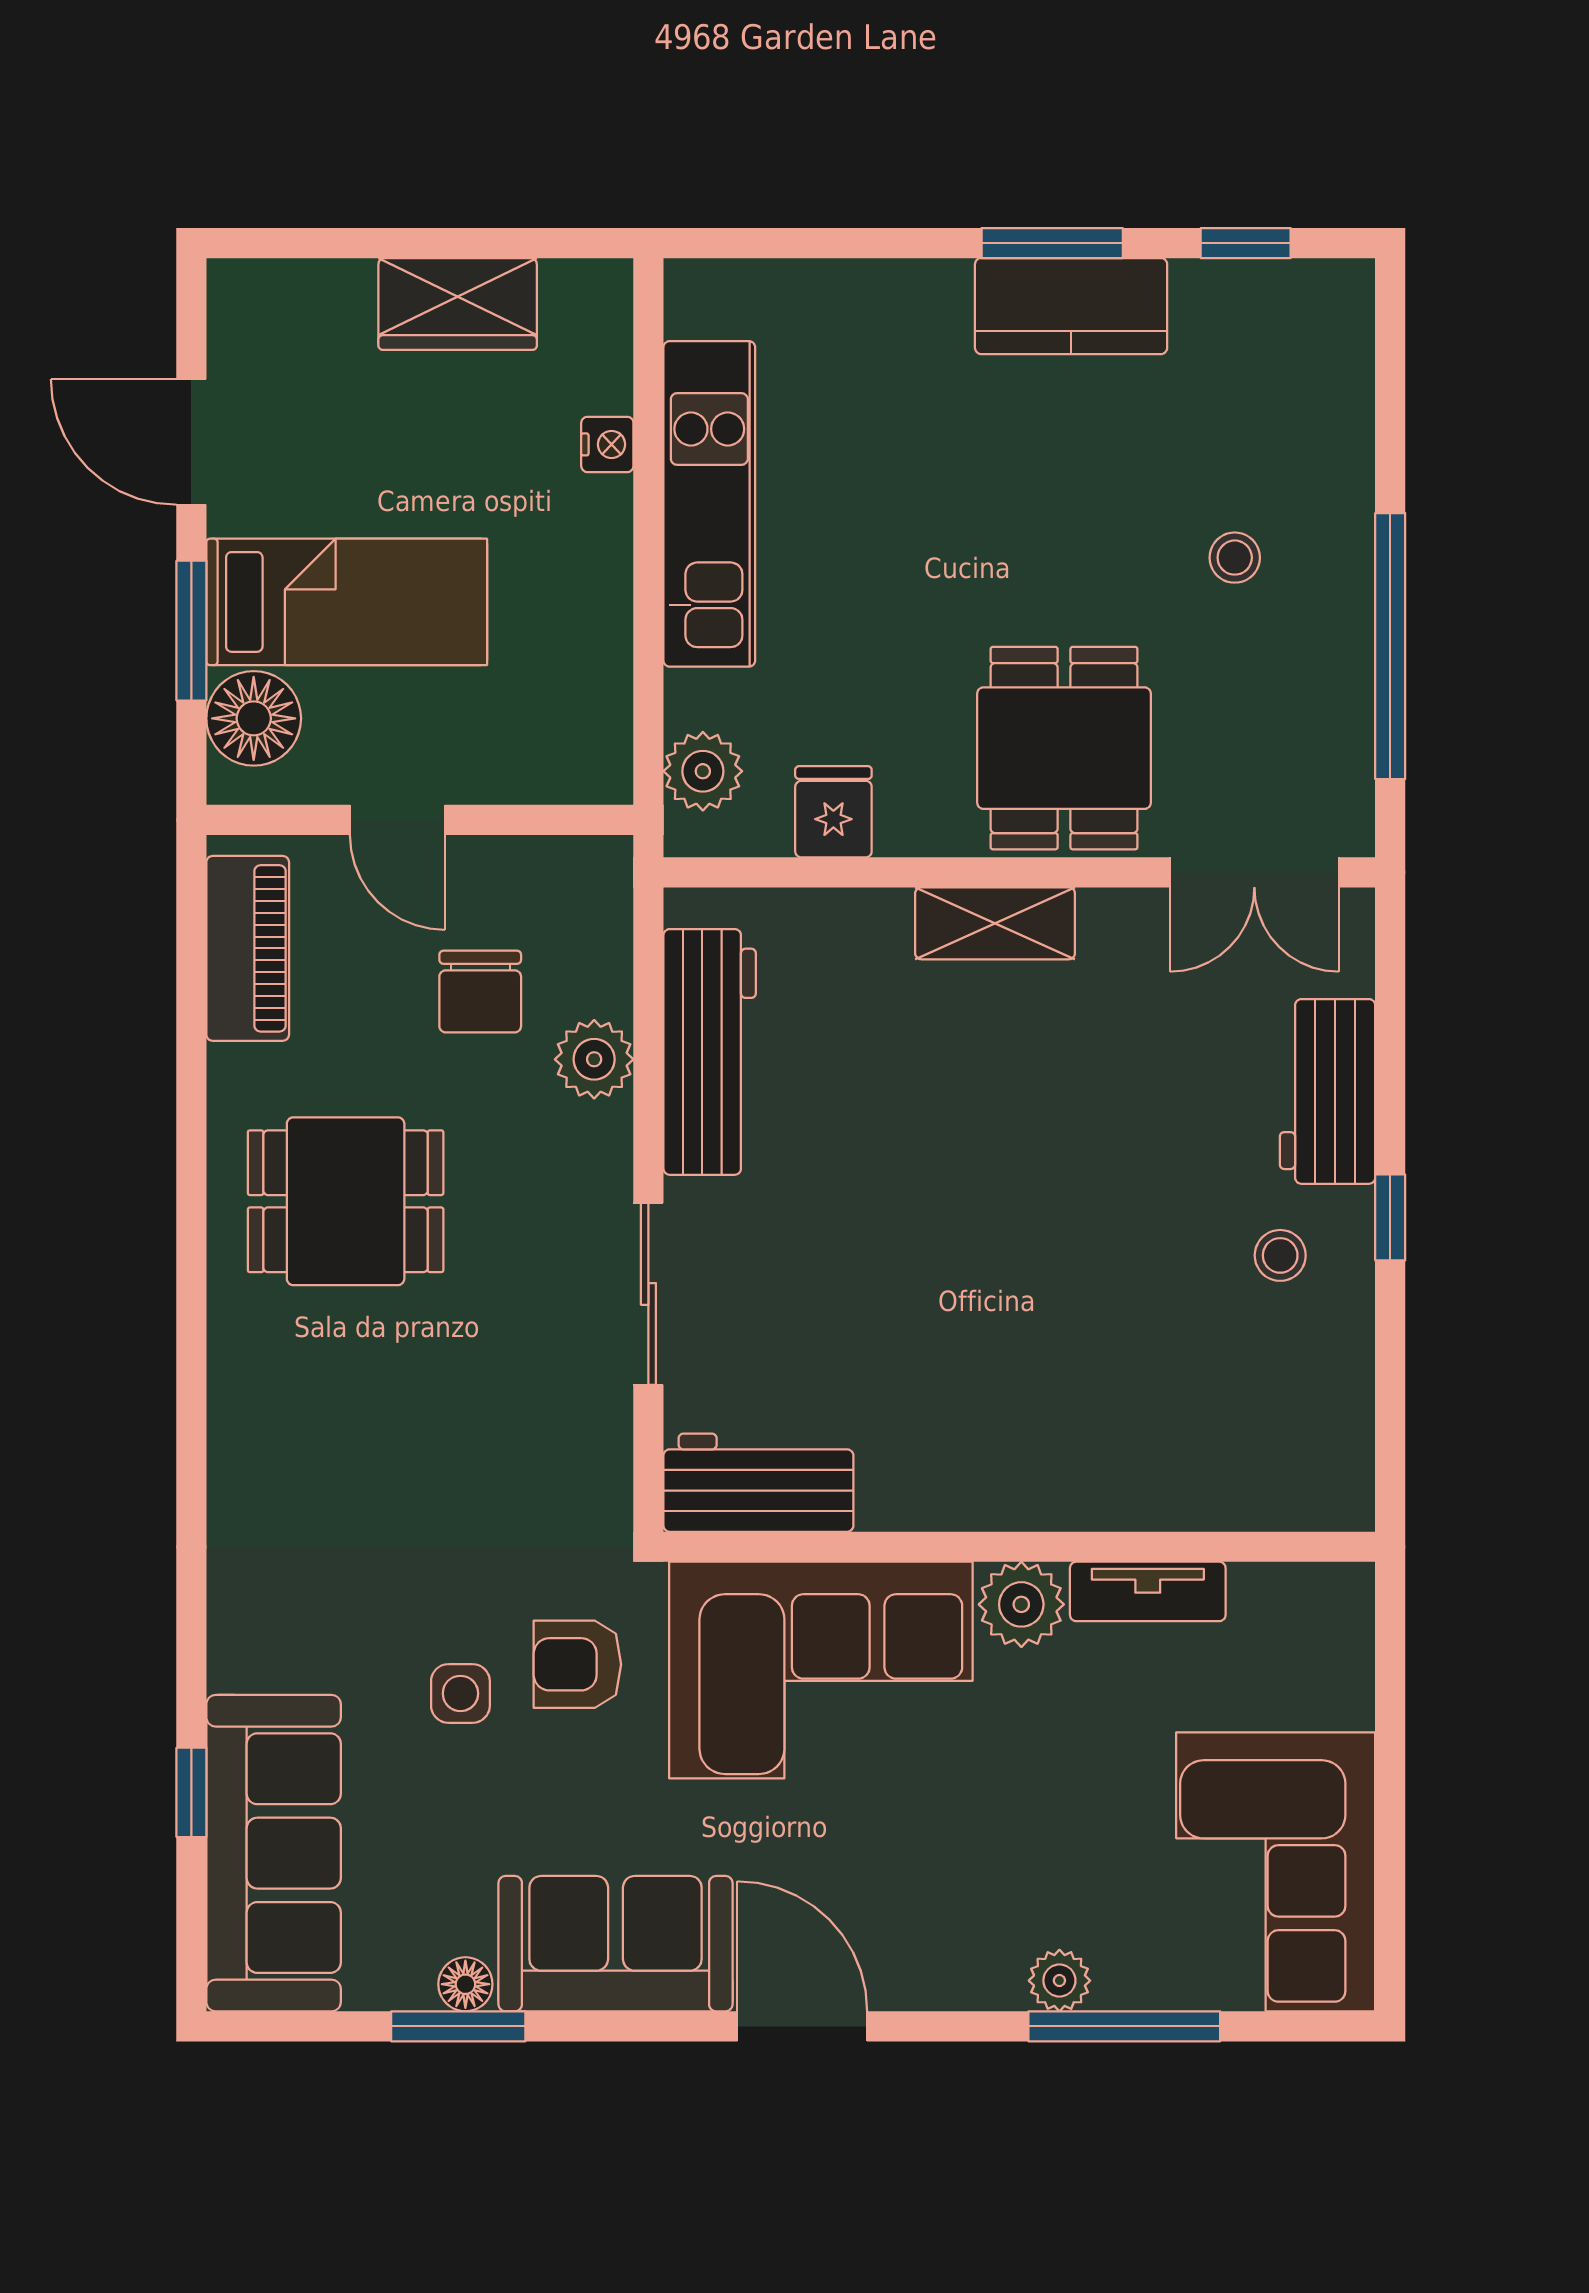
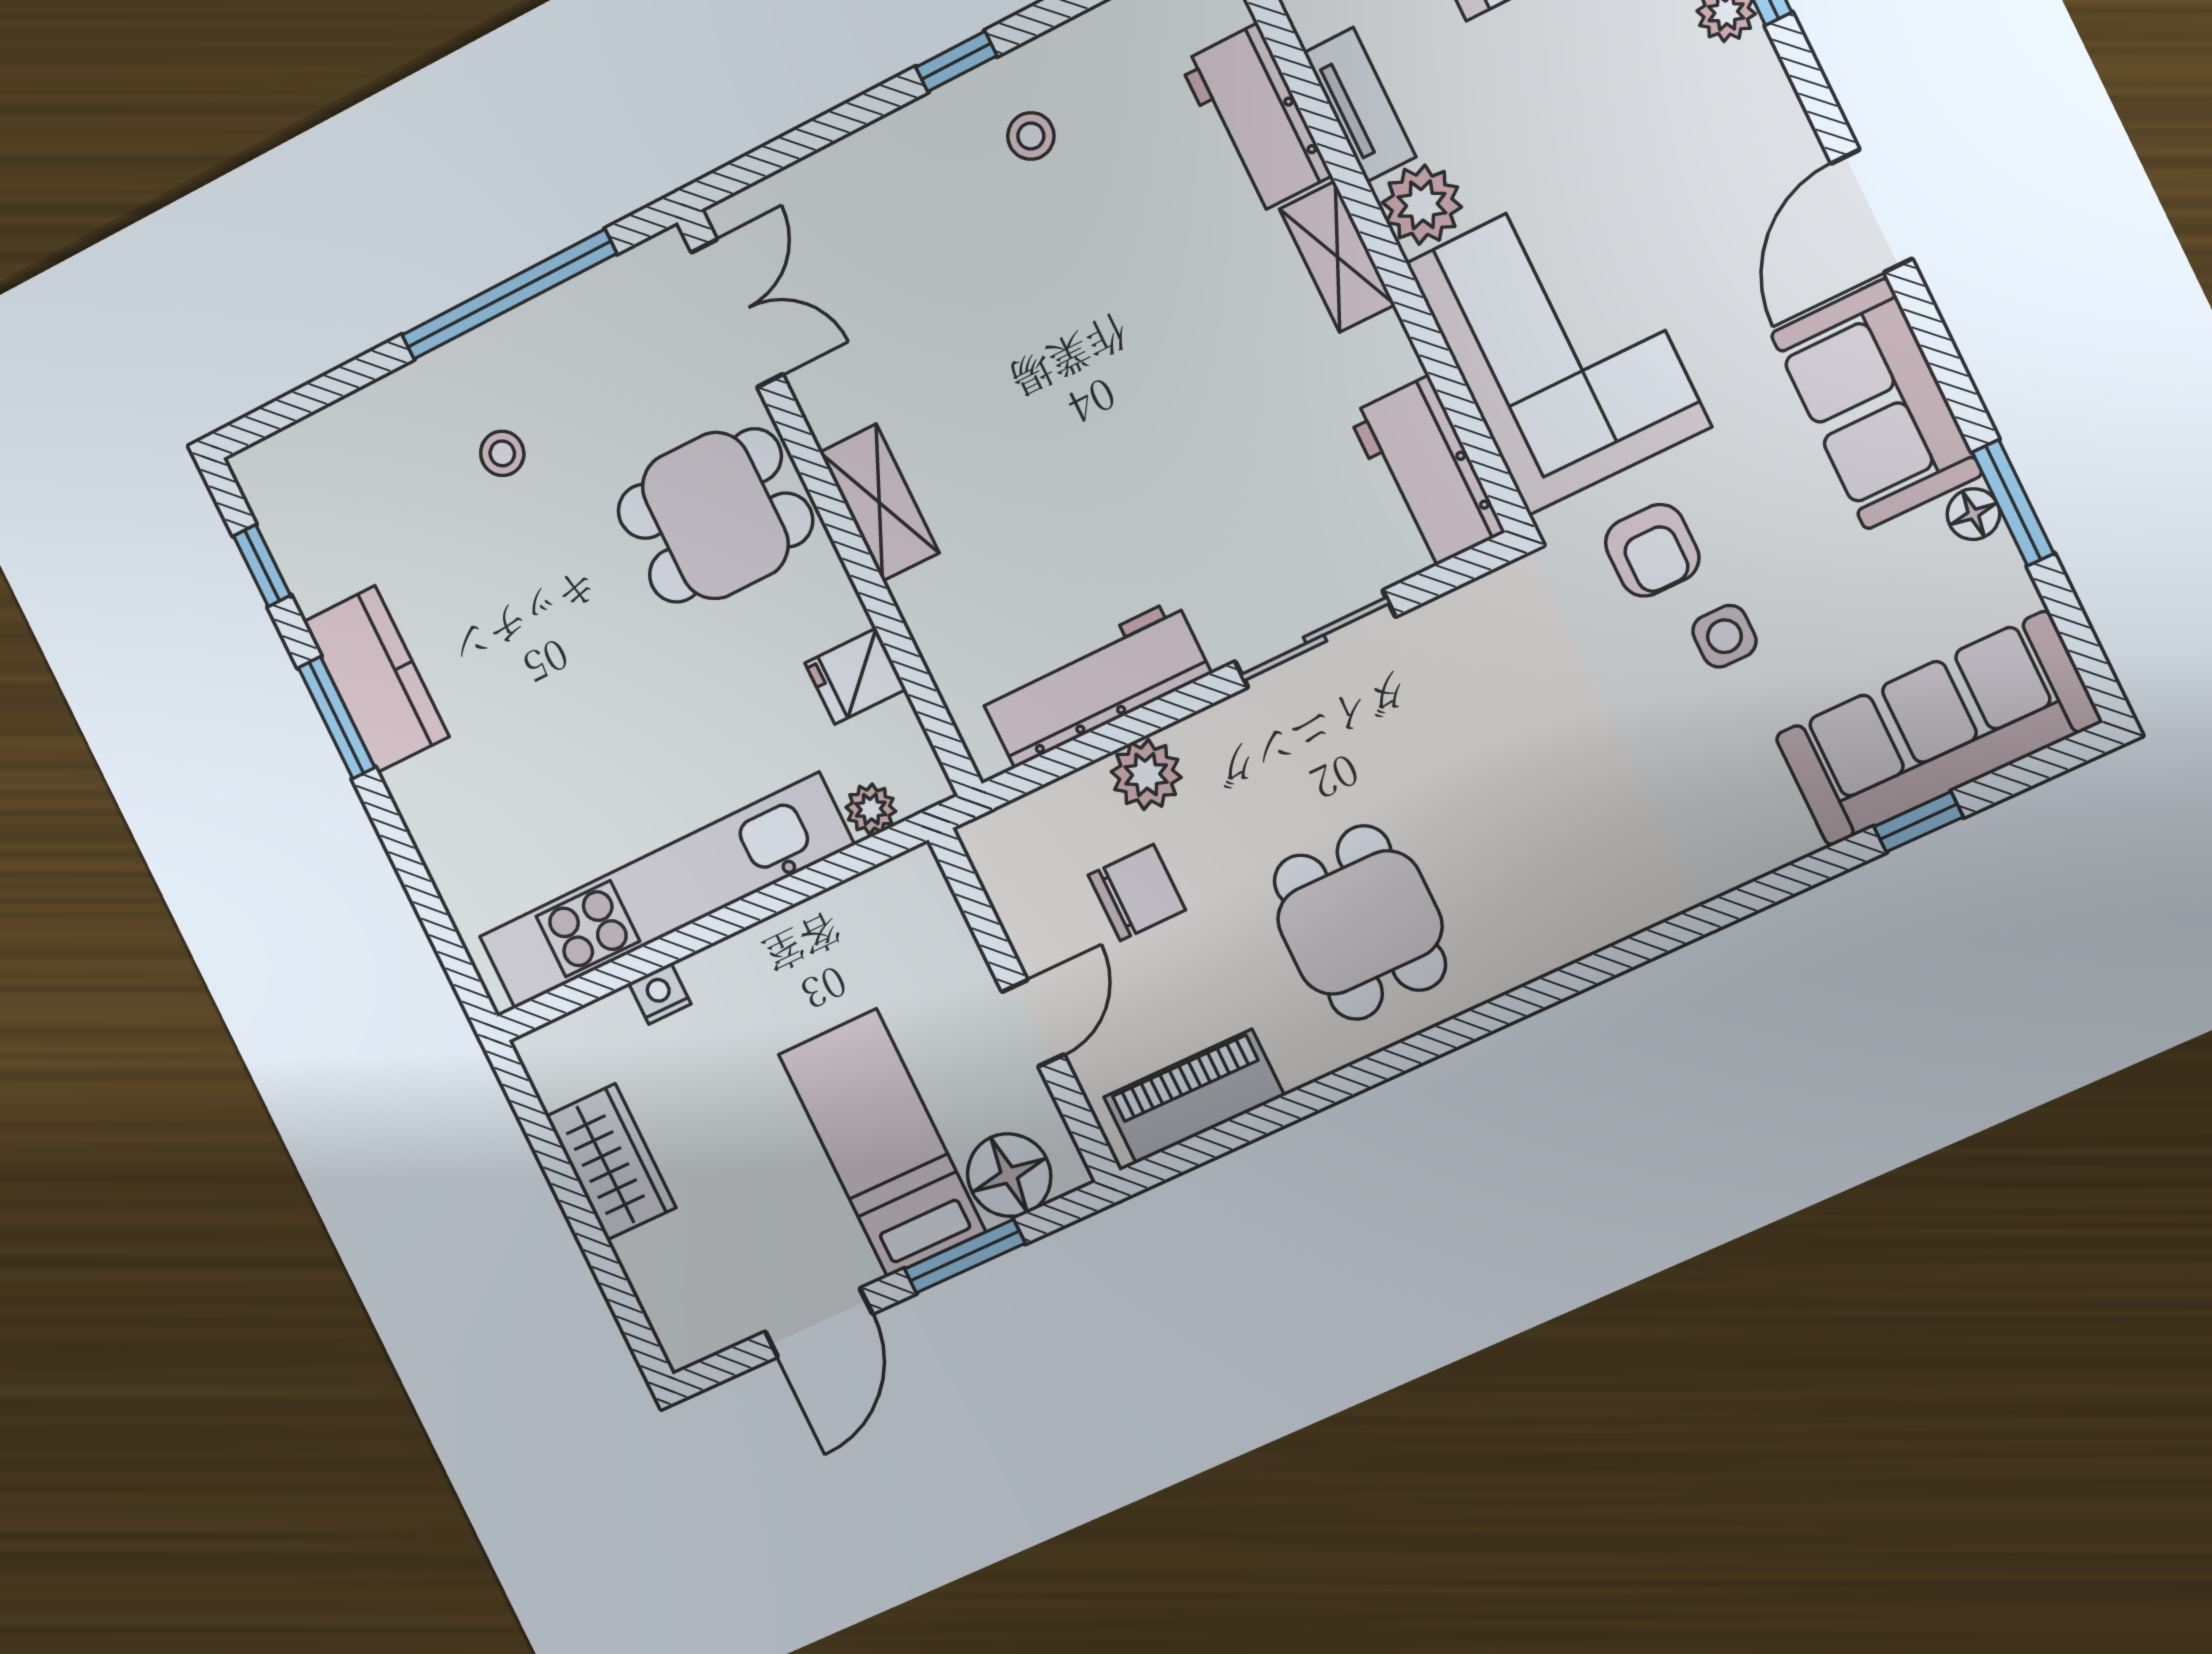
kitchen unit: (709, 504) -> (666, 891), width x1.36
plant: (703, 771) -> (871, 809), width x0.73, depth x0.73
workbench: (1328, 1091) -> (1256, 119), moved, turned 90
shelving: (1012, 1498) -> (1337, 257), added

